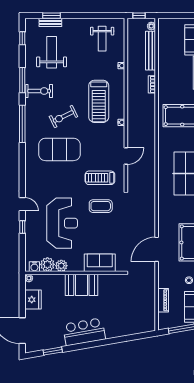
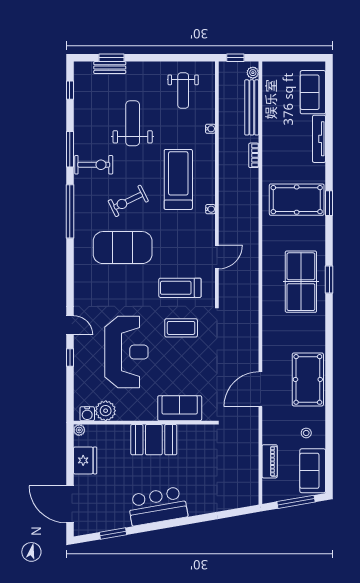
weight bench: (52, 52) -> (133, 123), moved
treadmill: (99, 101) -> (178, 179), turned 180
plant: (61, 266) -> (125, 412), removed

